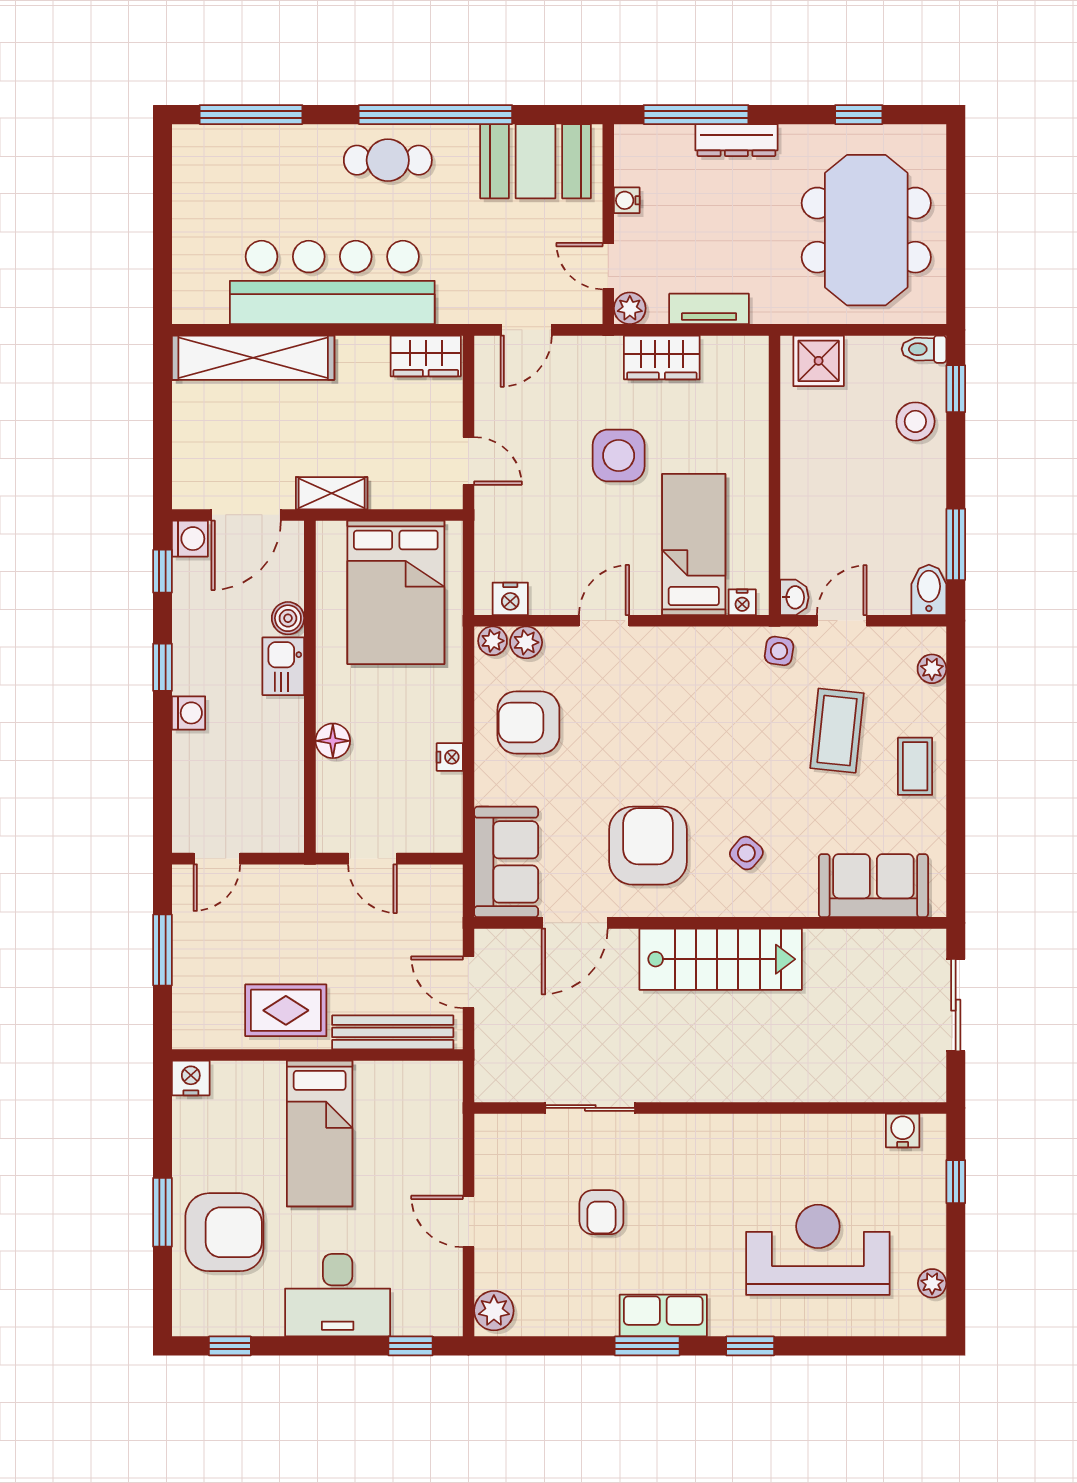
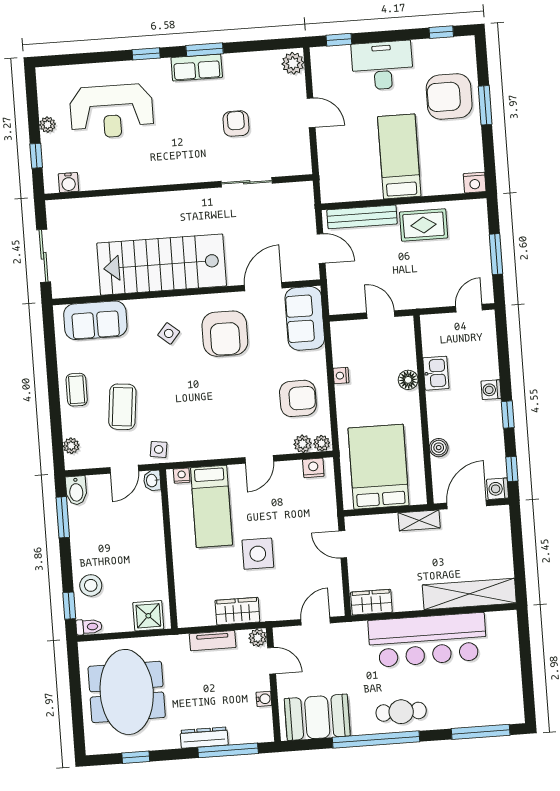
kitchen sink: (283, 666) -> (436, 373), moved
stairs: (721, 959) -> (162, 265), width x1.36, depth x1.51
plant: (932, 1283) -> (47, 125), moved

